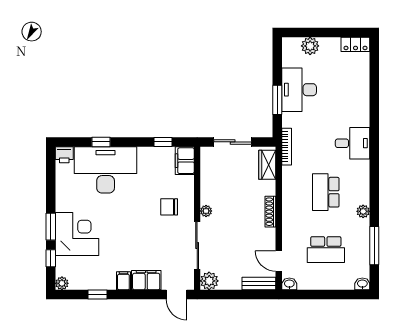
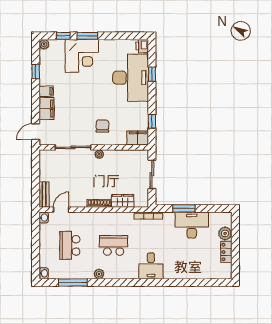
locker: (355, 44) -> (226, 252), moved
wardrobe: (267, 165) -> (123, 201), moved
plant: (209, 281) -> (46, 157), removed

